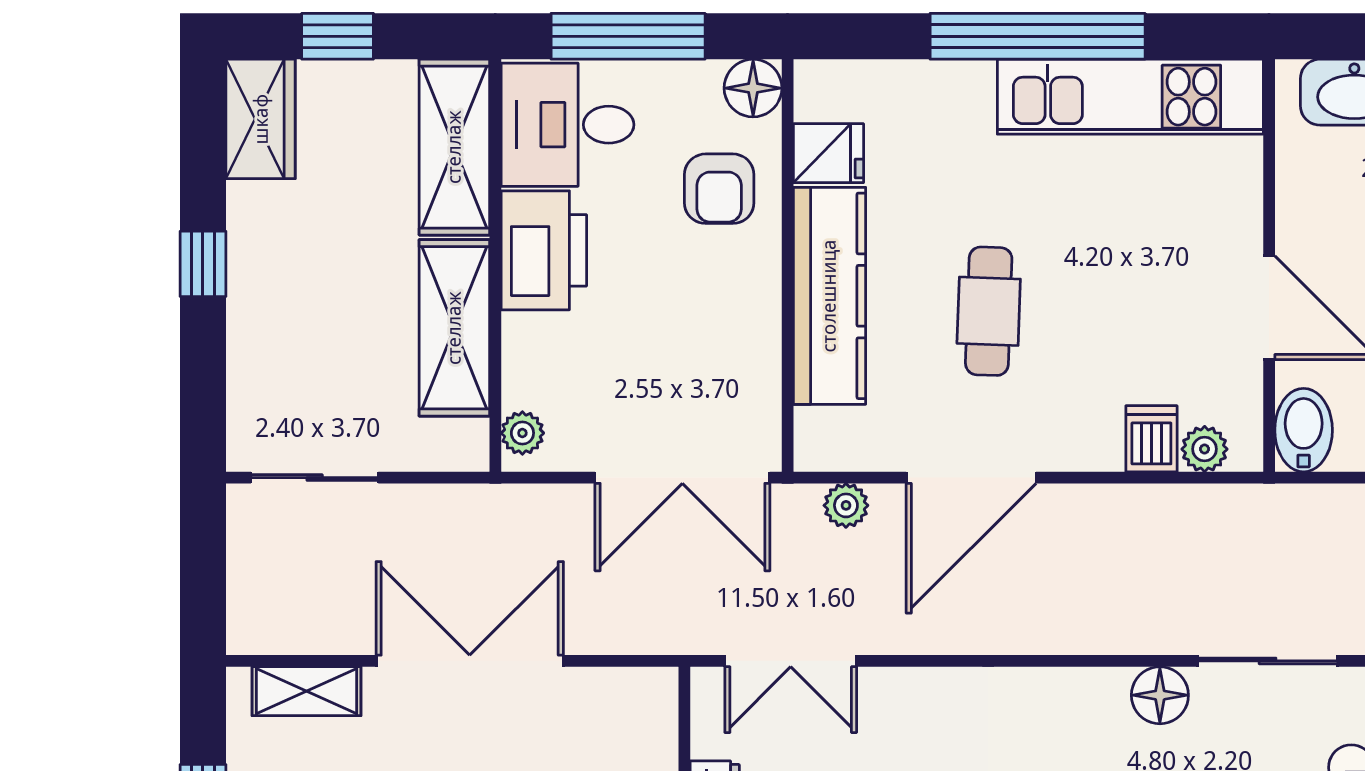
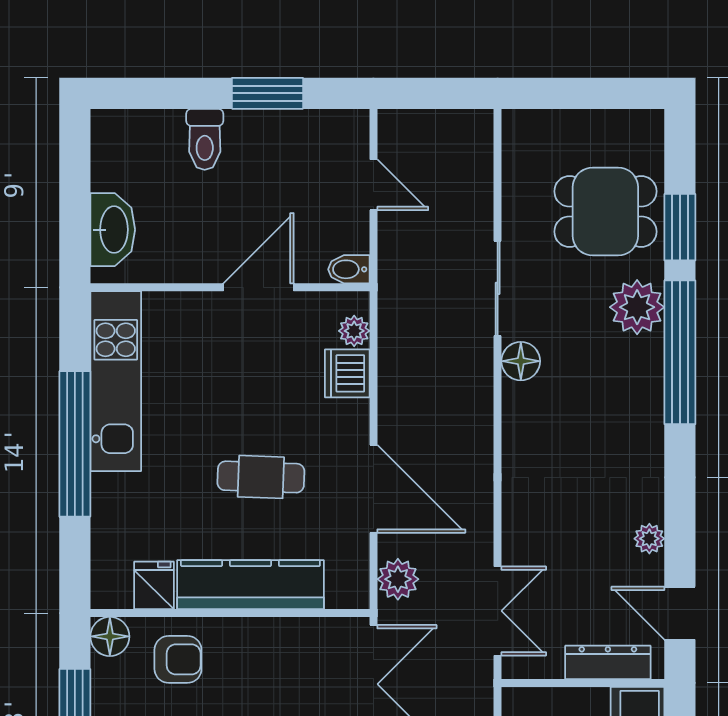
bidet: (1304, 430) -> (349, 269), width x0.72, depth x0.74
dishwasher: (1151, 439) -> (347, 373), width x1.38
plant: (846, 505) -> (398, 579), width x1.38, depth x1.38

